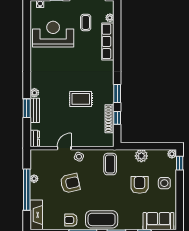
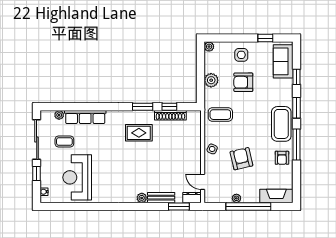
rug: (81, 99) -> (139, 133), moved, turned 90
window: (27, 108) -> (179, 206), moved
door: (64, 148) -> (203, 182), moved
window: (180, 163) -> (265, 38), moved

